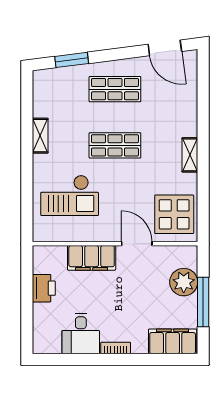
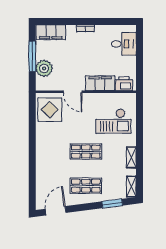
door: (165, 48) -> (56, 211), hinge flipped
shelving: (190, 155) -> (131, 186), moved
checkout: (70, 195) -> (113, 121), turned 180
printer: (44, 288) -> (124, 84), moved, turned 90
desk: (81, 334) -> (124, 44), moved, turned 90

